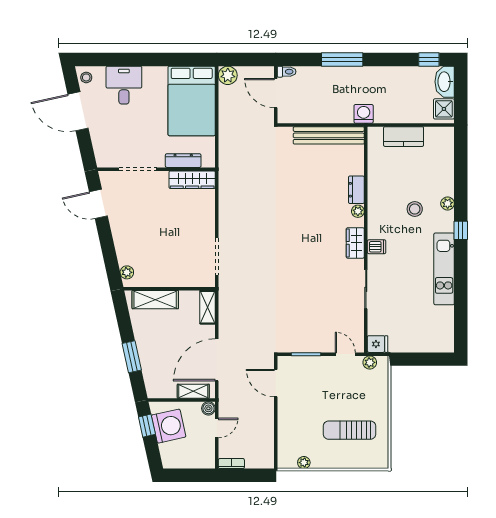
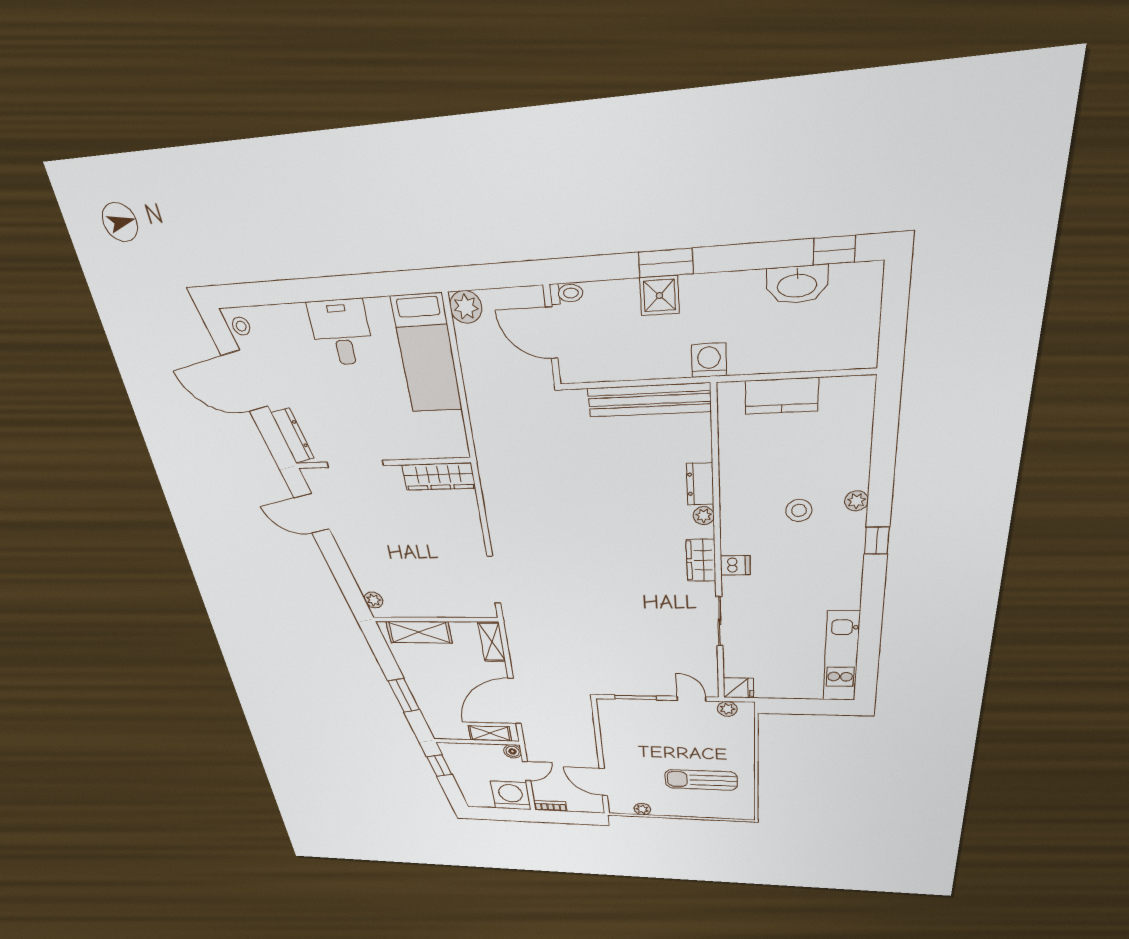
window: (342, 59) -> (666, 263), width x0.69
washbasin: (445, 82) -> (797, 285), moved, turned -90
desk: (124, 85) -> (341, 332), moved
bed: (192, 101) -> (427, 354), width x0.67
shower: (444, 109) -> (659, 295), moved
dresser: (183, 161) -> (293, 436), moved, turned 78
kitchen unit: (444, 269) -> (841, 656), moved
door: (276, 383) -> (603, 782), moved
washing machine: (169, 426) -> (511, 795), moved, turned -78

